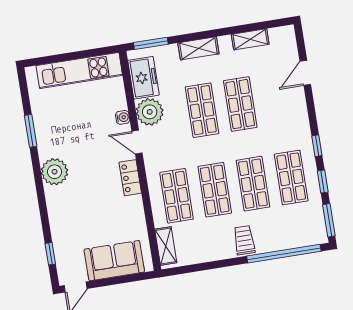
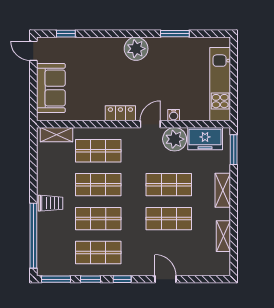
door: (305, 73) -> (165, 279), moved

